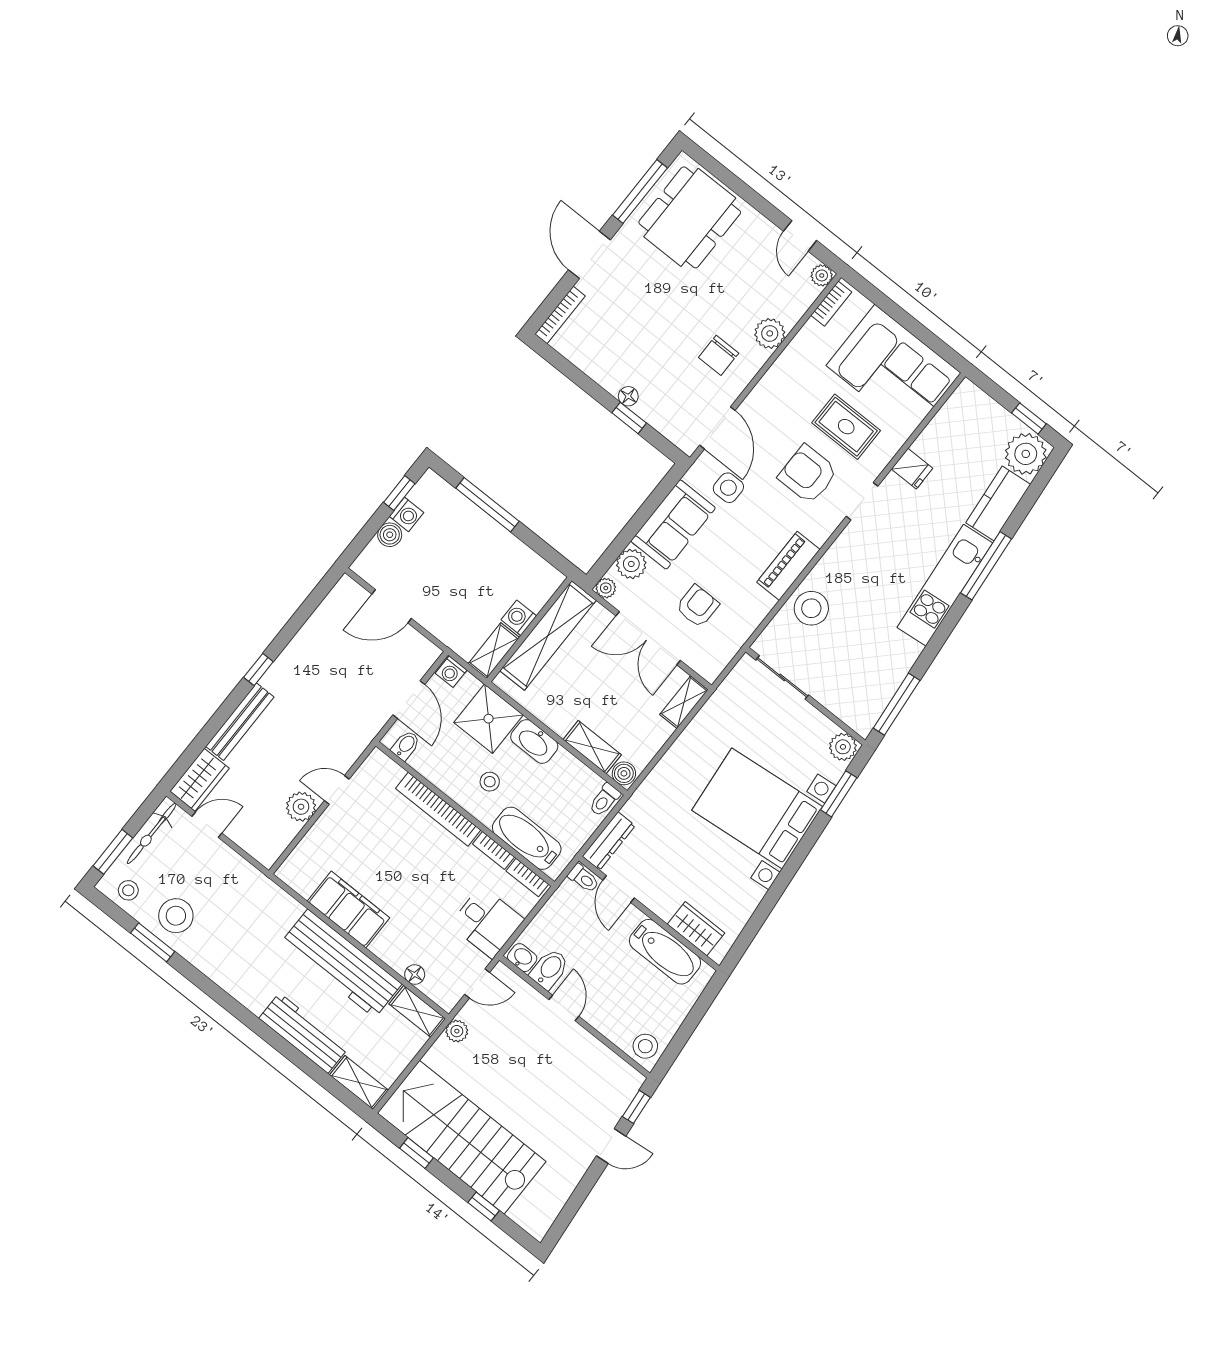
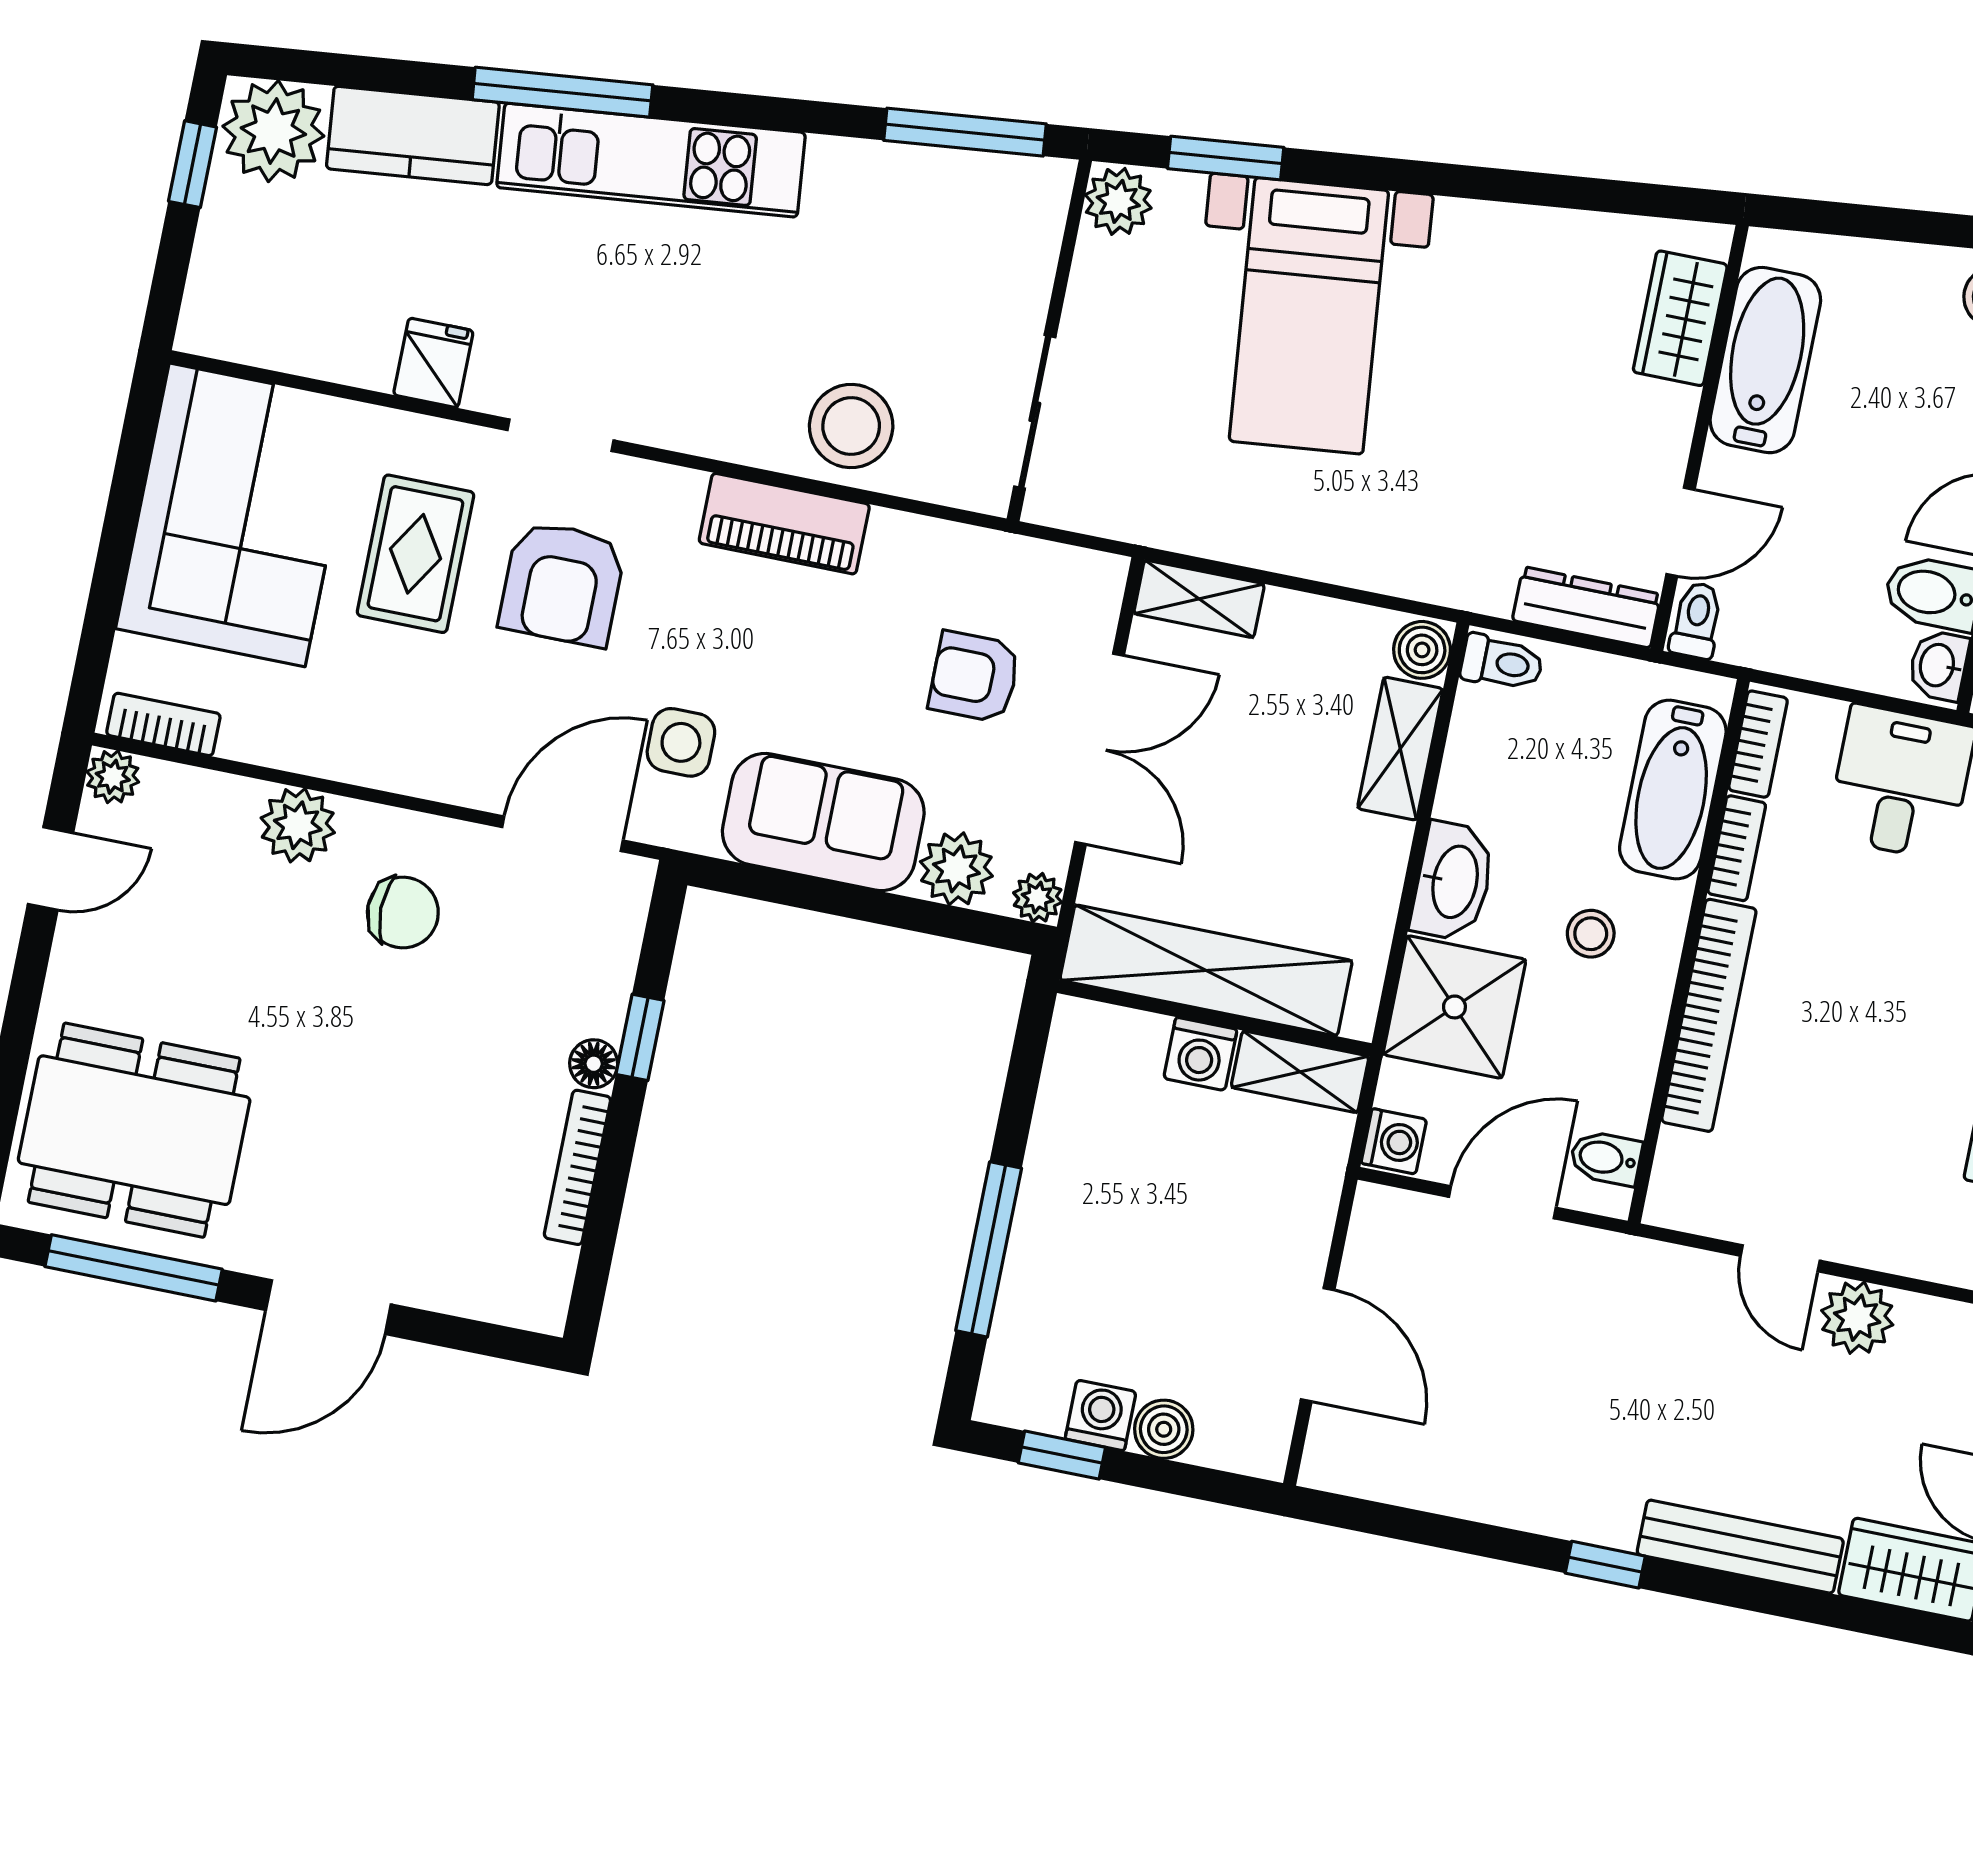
bookcase: (560, 315) -> (577, 1167), moved, turned -90
bed with nightstands: (757, 808) -> (1309, 316), width x0.73

